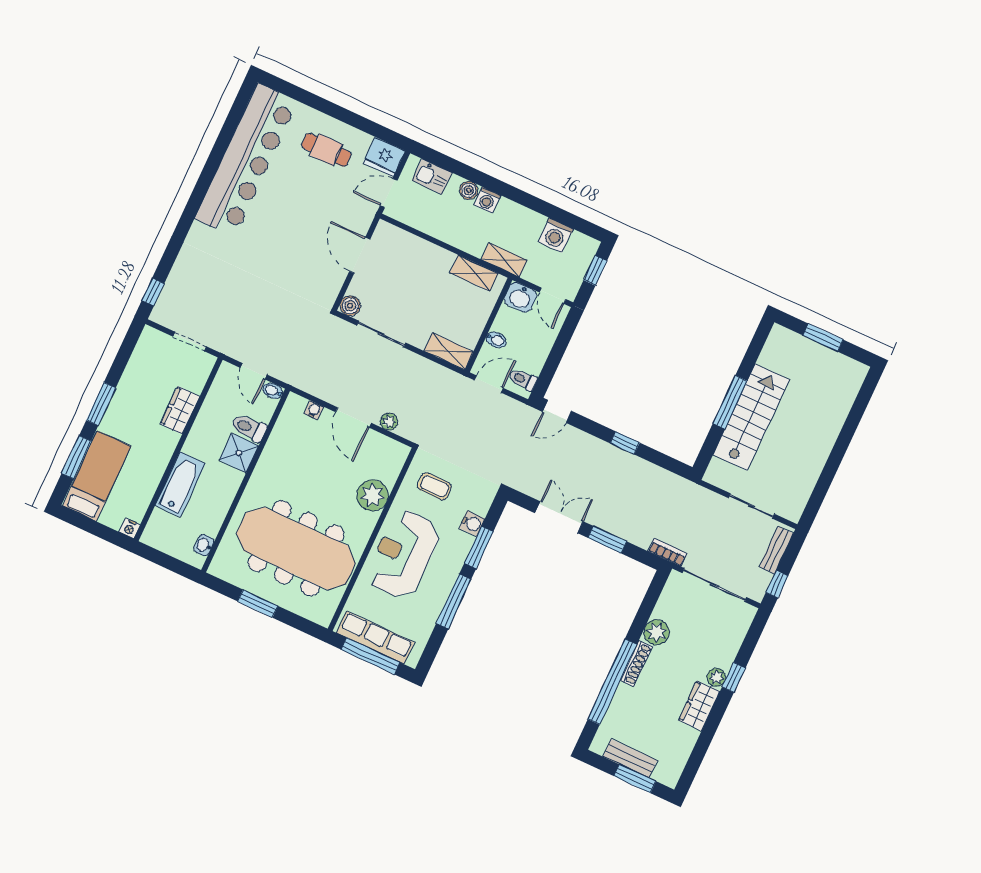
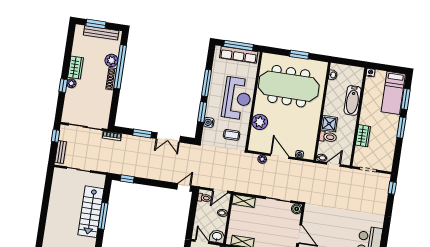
door: (254, 371) -> (333, 164), hinge flipped
window: (625, 443) -> (127, 179), moved
plant: (657, 632) -> (111, 60), moved
bench: (630, 758) -> (101, 33), width x1.36

